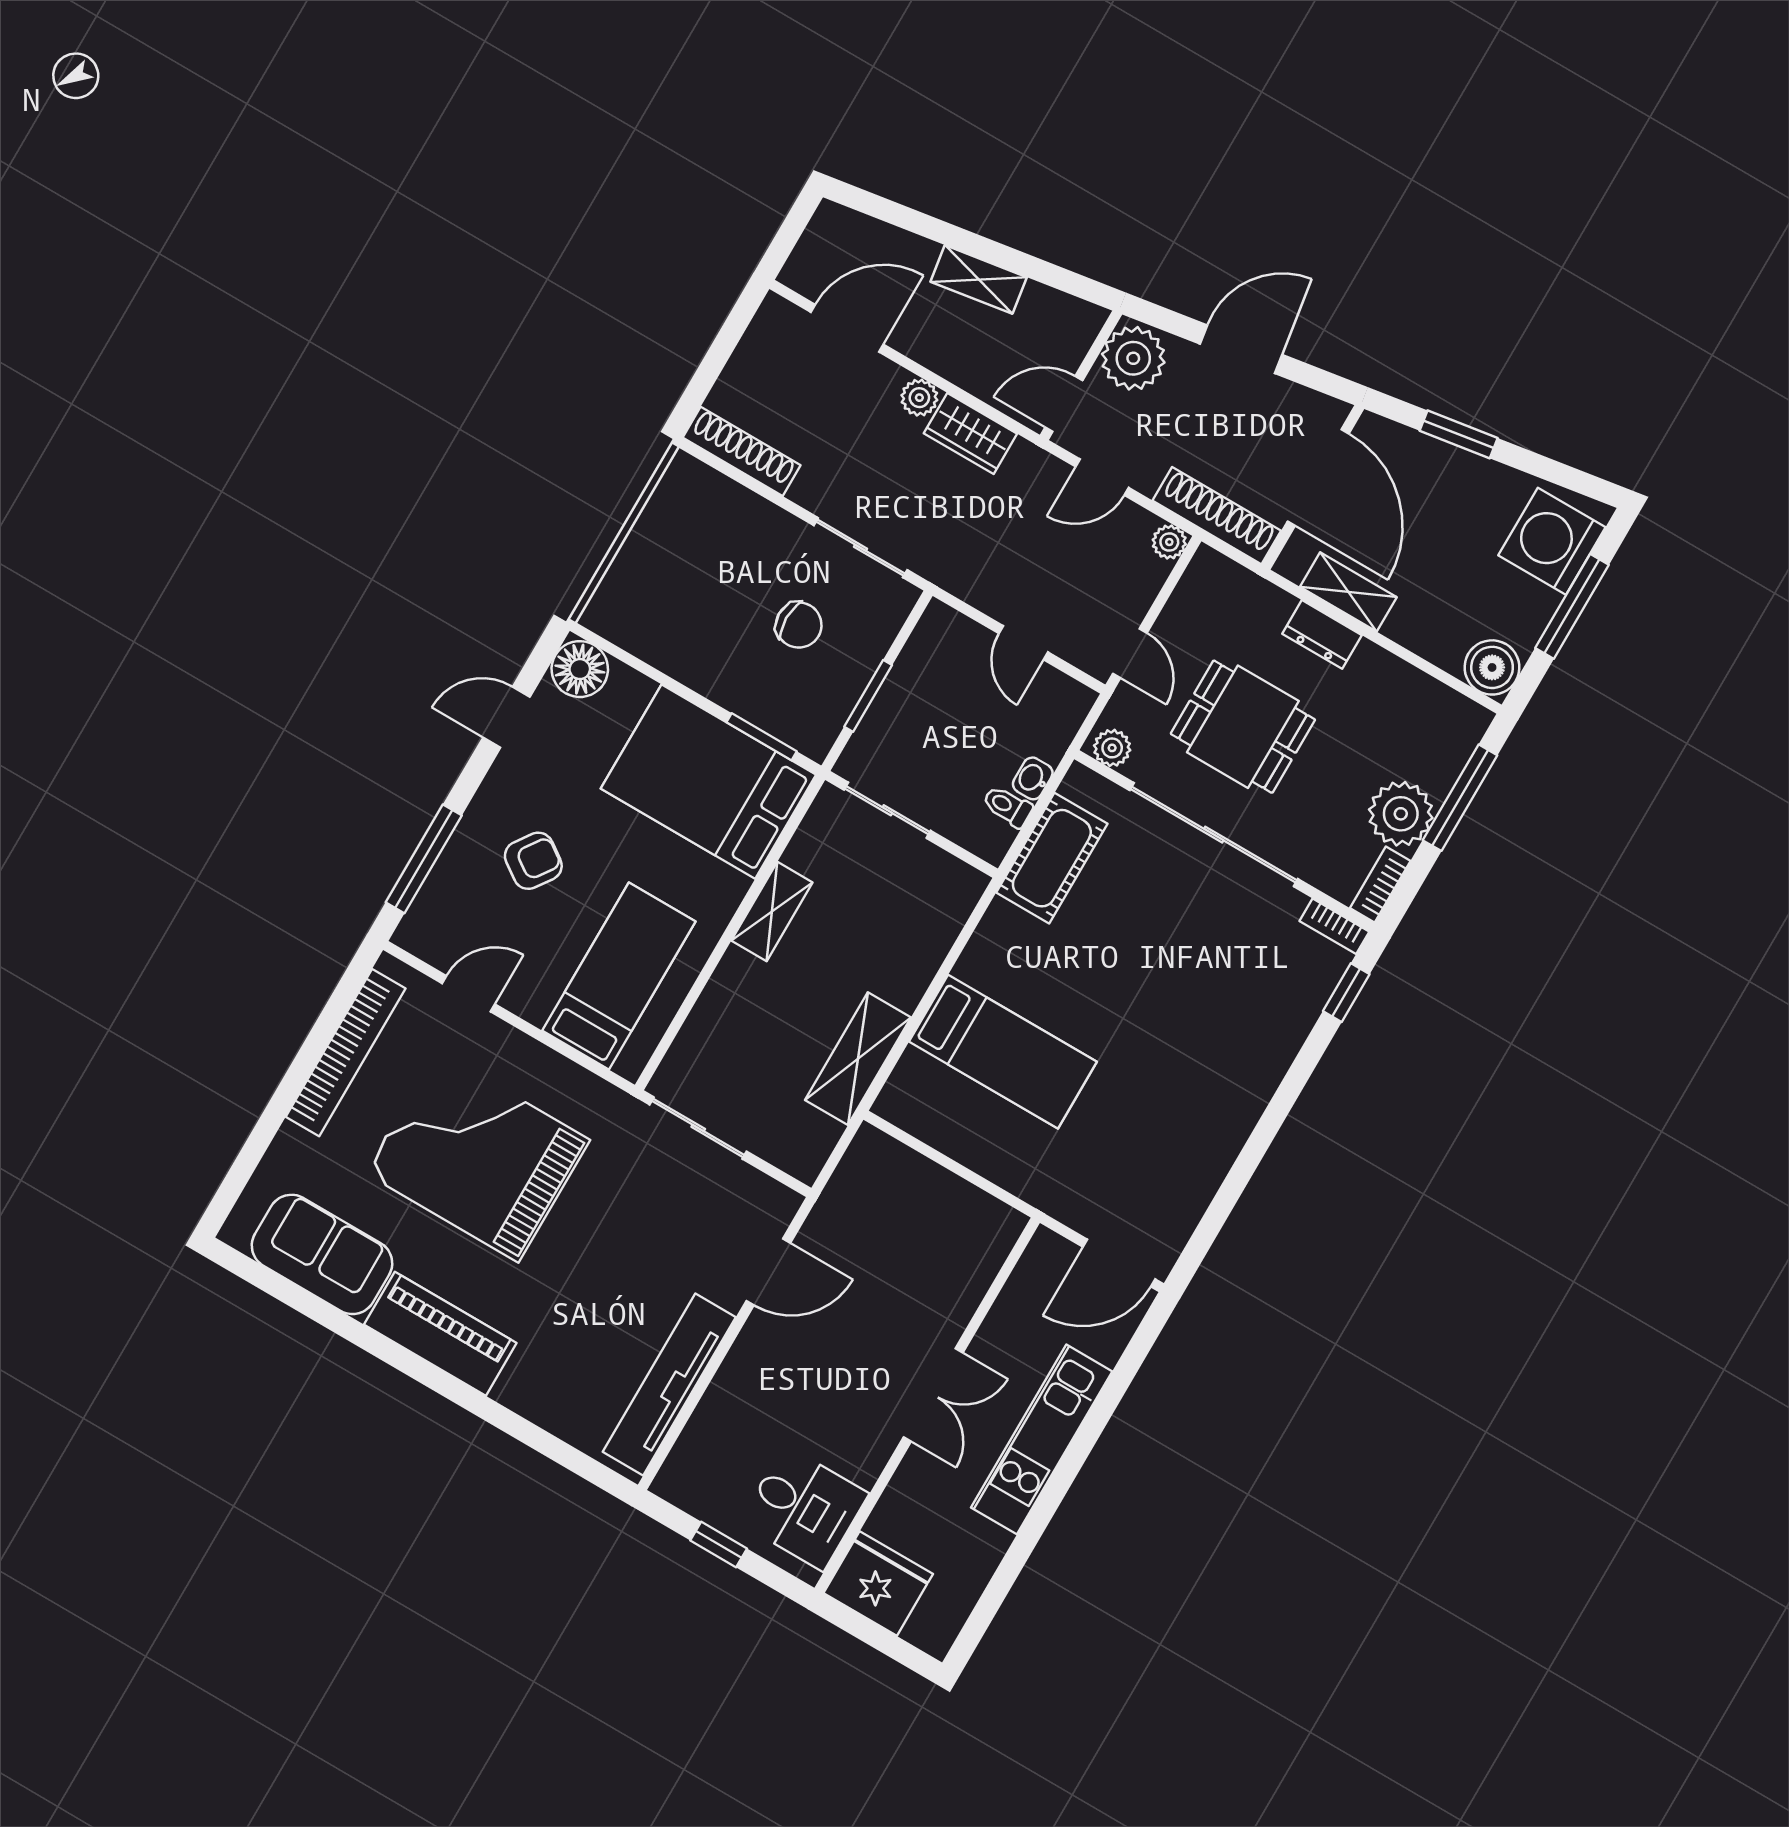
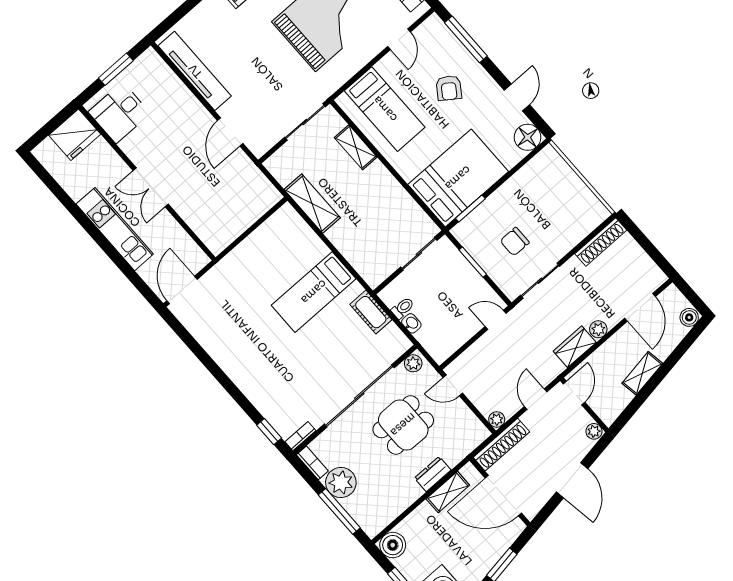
boiler: (835, 222) -> (689, 317), added
plant: (1133, 358) -> (594, 431), width x0.53, depth x0.53
door: (1023, 643) -> (496, 320), moved
cot: (1052, 858) -> (371, 312), width x0.73, depth x0.75
shelving: (772, 912) -> (356, 147), moved
bed: (1003, 1052) -> (314, 292), moved
window: (719, 1544) -> (116, 69), width x1.50

